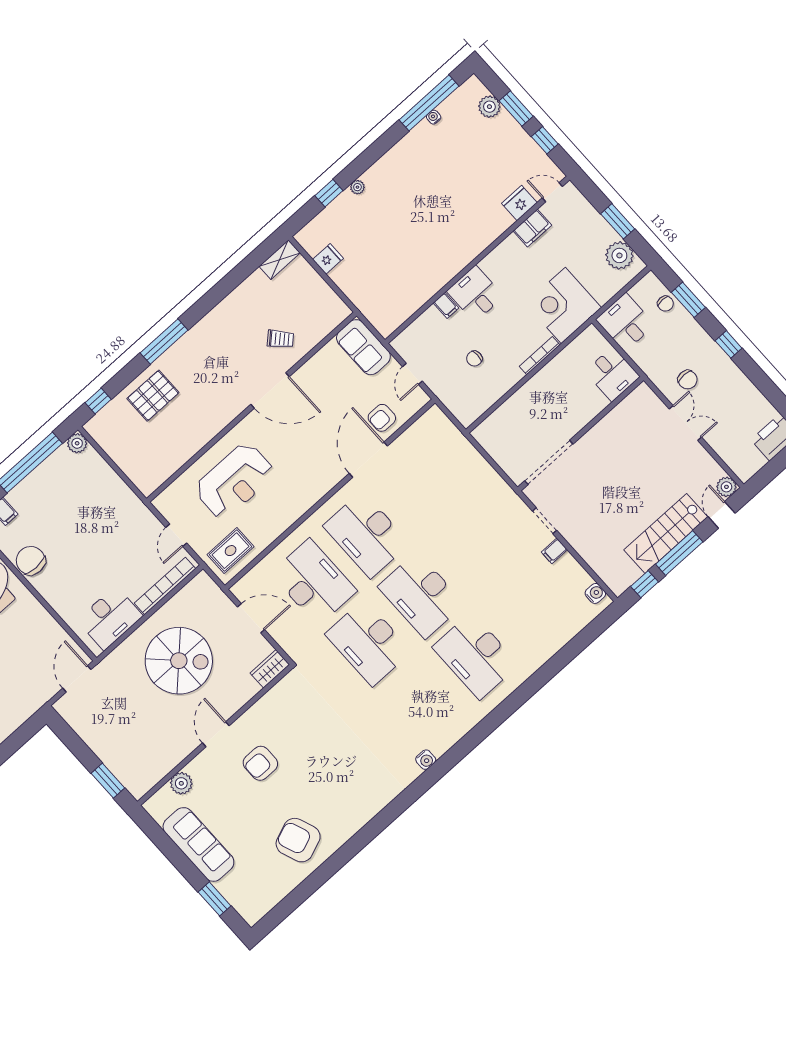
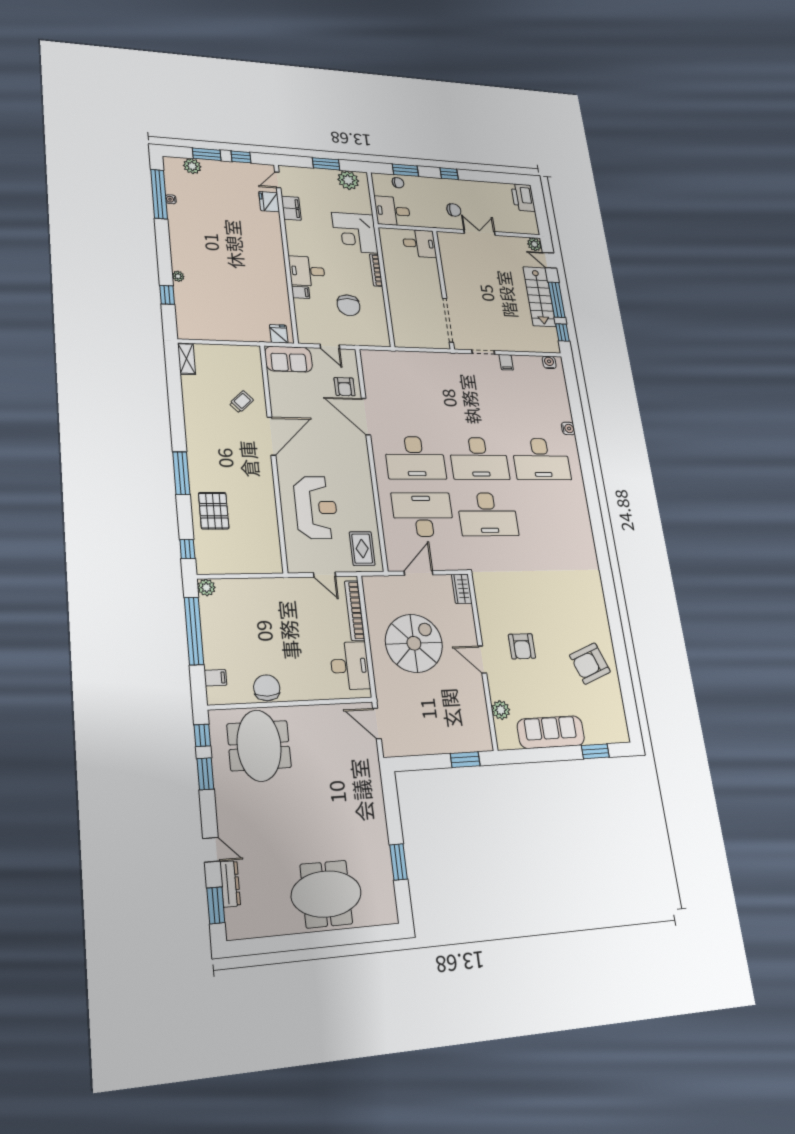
fridge: (328, 259) -> (279, 334), moved
chair: (474, 359) -> (349, 305), width x1.87, depth x1.87
chair: (31, 561) -> (267, 688), turned 90
water cooler: (426, 760) -> (568, 428), moved

